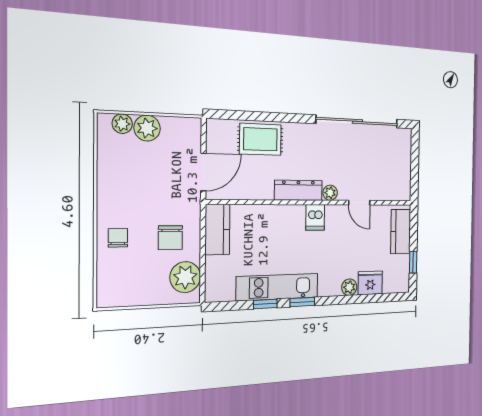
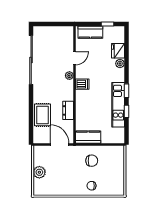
plant: (122, 124) -> (38, 184), removed
dresser: (298, 190) -> (68, 110), moved, width x0.70
plant: (185, 277) -> (111, 153), removed

